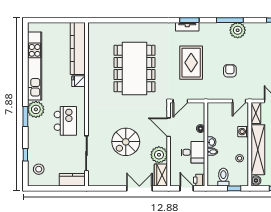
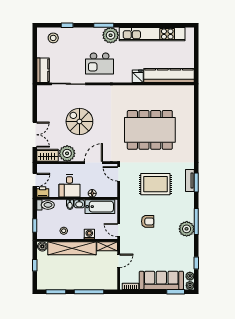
bathtub: (214, 121) -> (100, 207), added
toilet: (223, 177) -> (46, 205), moved

